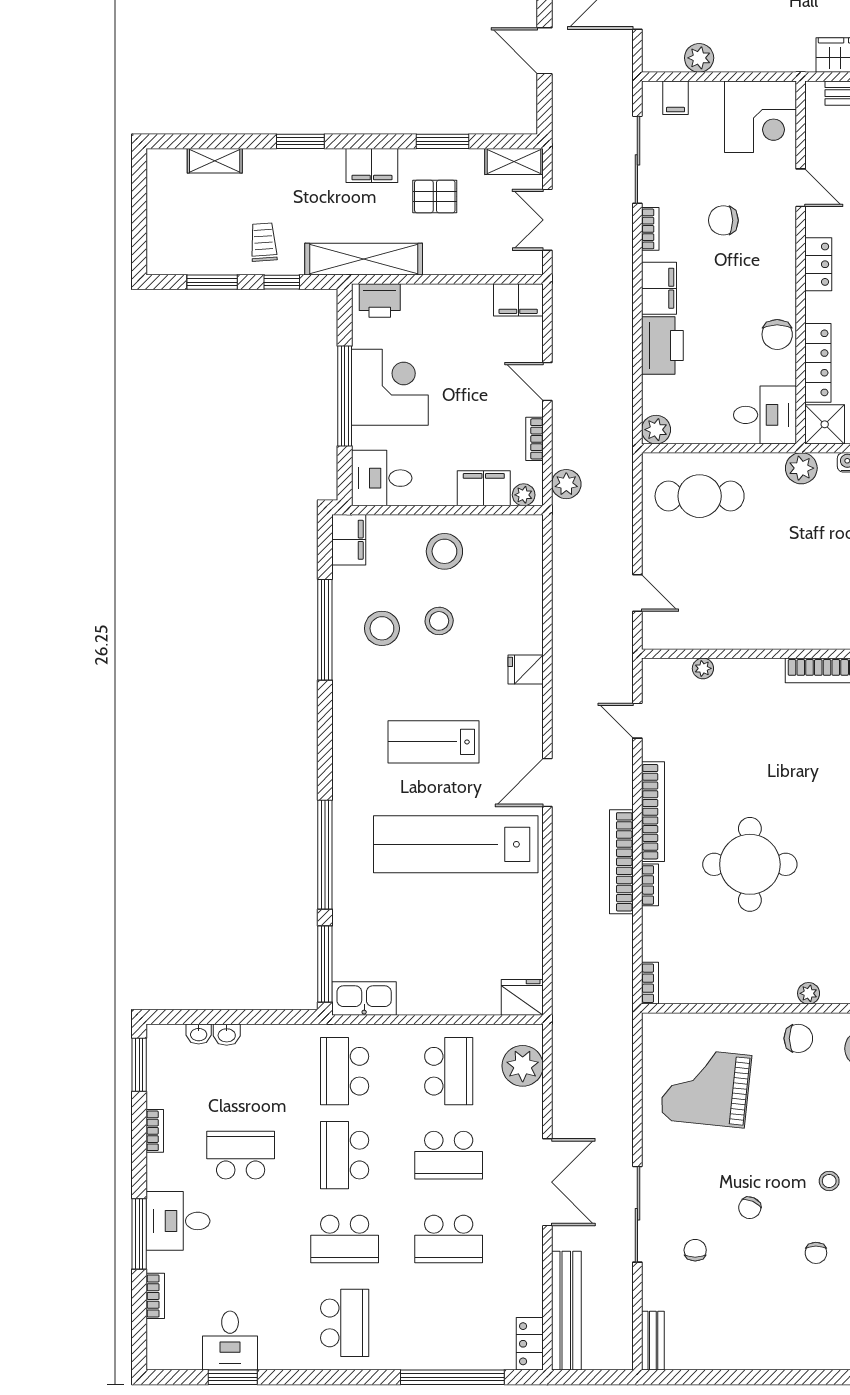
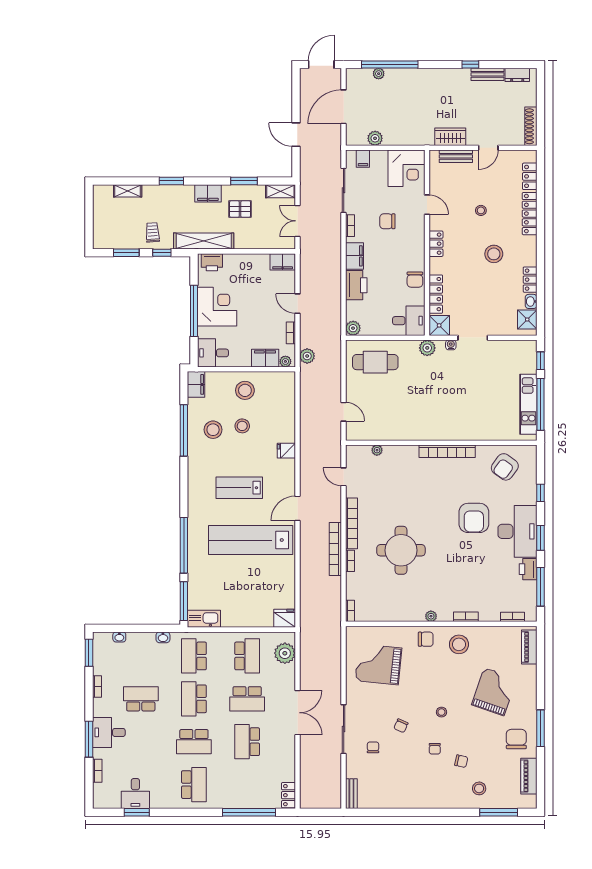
washbasin: (227, 1035) -> (163, 637), moved
school desk: (449, 1239) -> (247, 742), turned 90
bench: (566, 1311) -> (307, 778), removed

